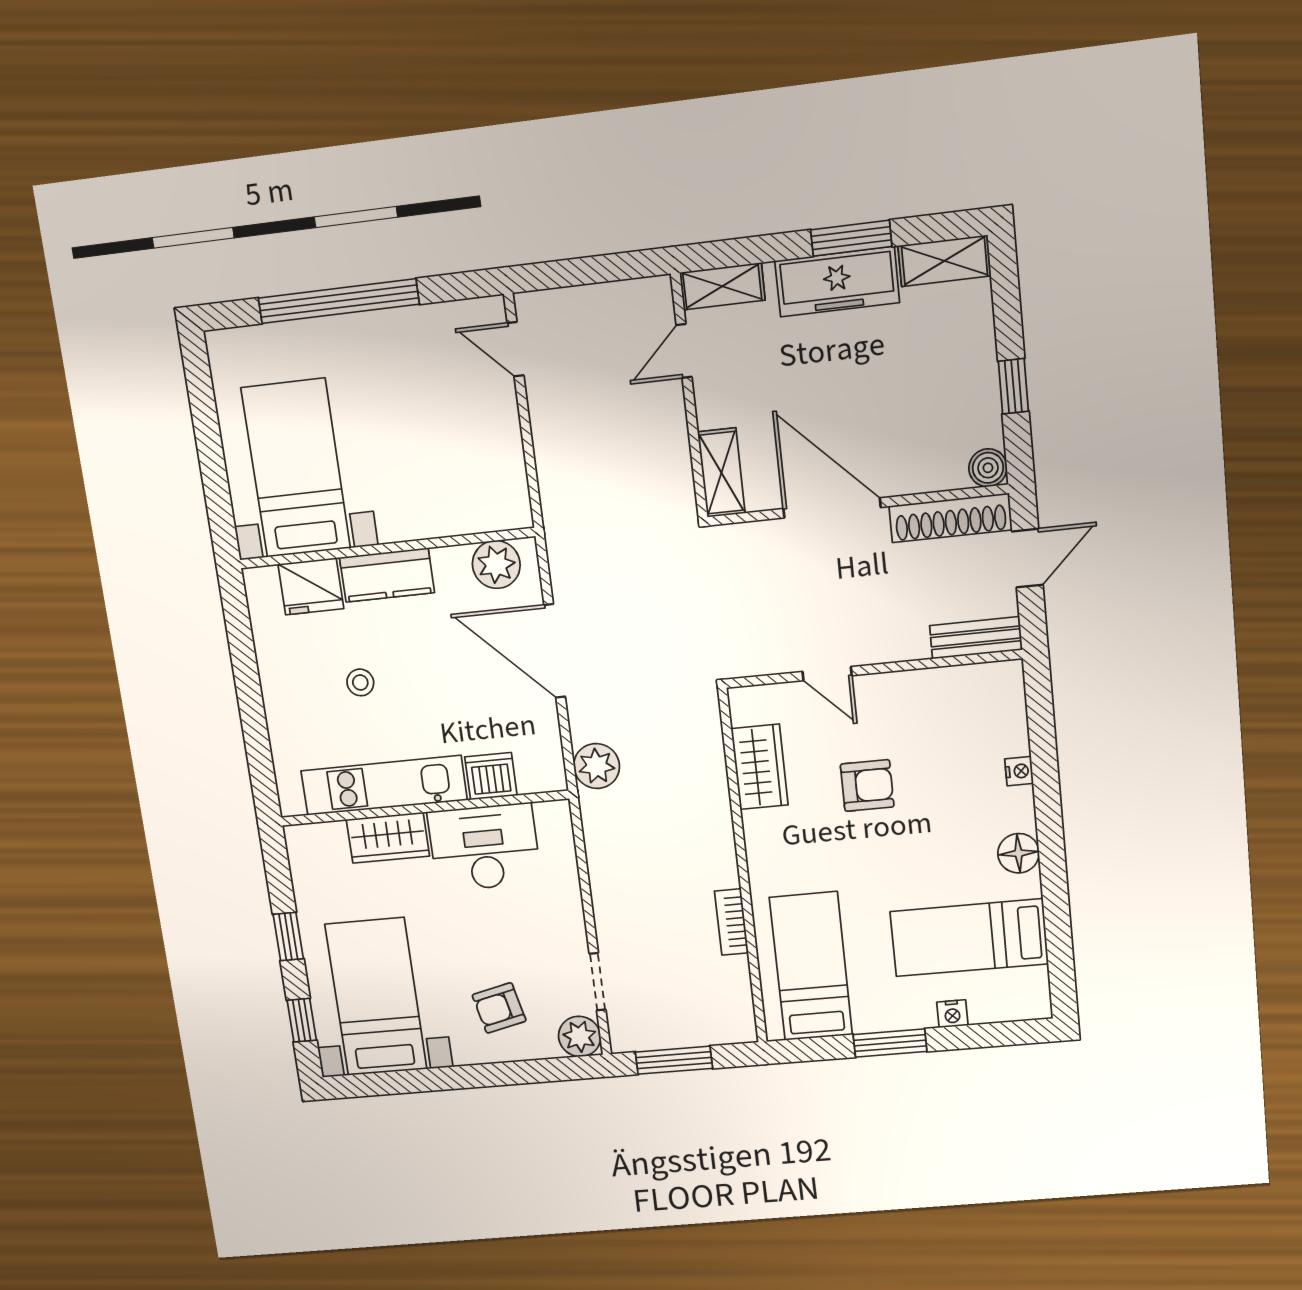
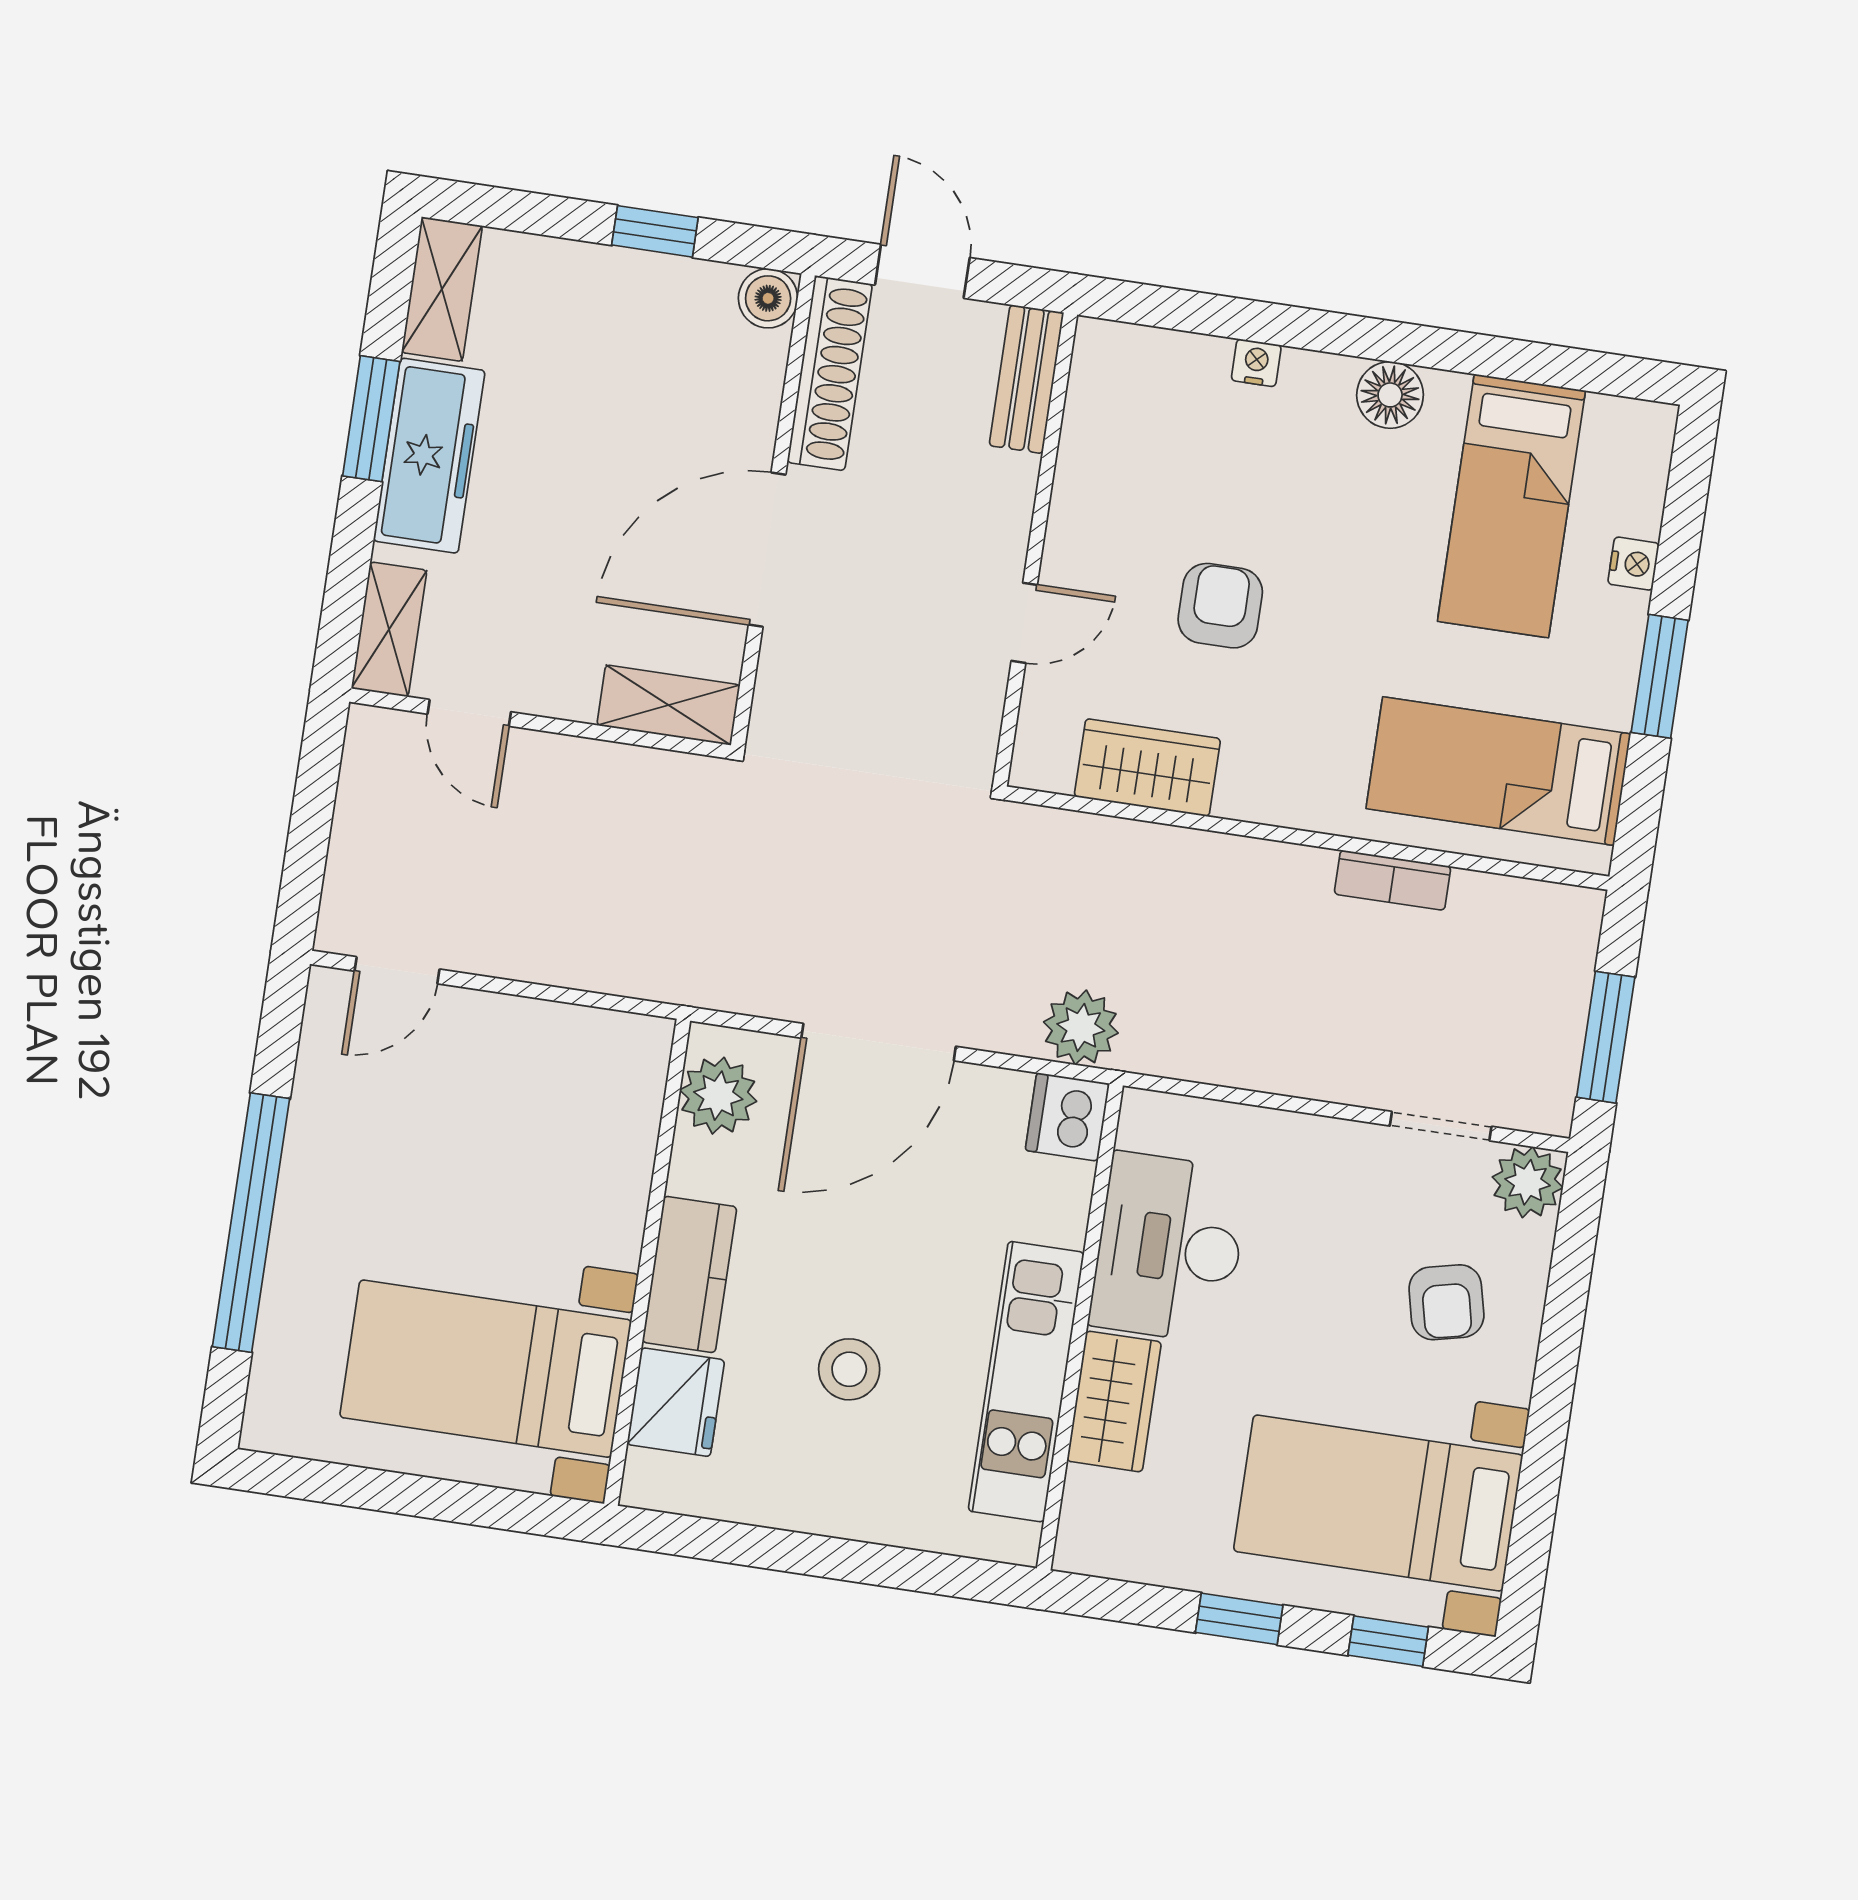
stool: (360, 682) -> (849, 1369), width x1.37, depth x1.37
dishwasher: (491, 776) -> (1067, 1117), moved

